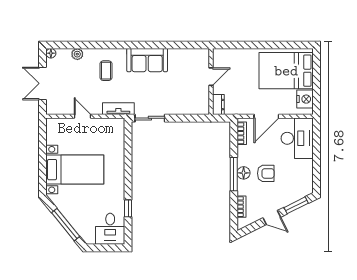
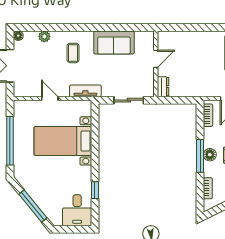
door: (211, 77) -> (156, 59), moved
wall: (211, 82) -> (156, 64), moved
dresser: (218, 105) -> (163, 87), moved
sliding door: (150, 118) -> (129, 100), moved
window: (43, 159) -> (10, 141), added
bed with nightstands: (75, 170) -> (63, 141), moved, turned 180

